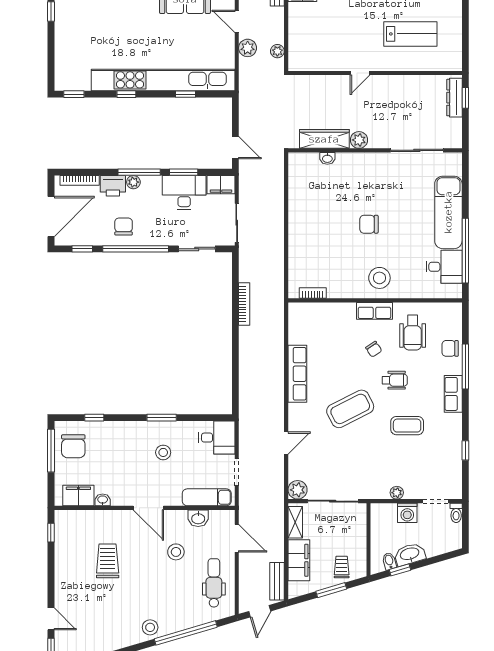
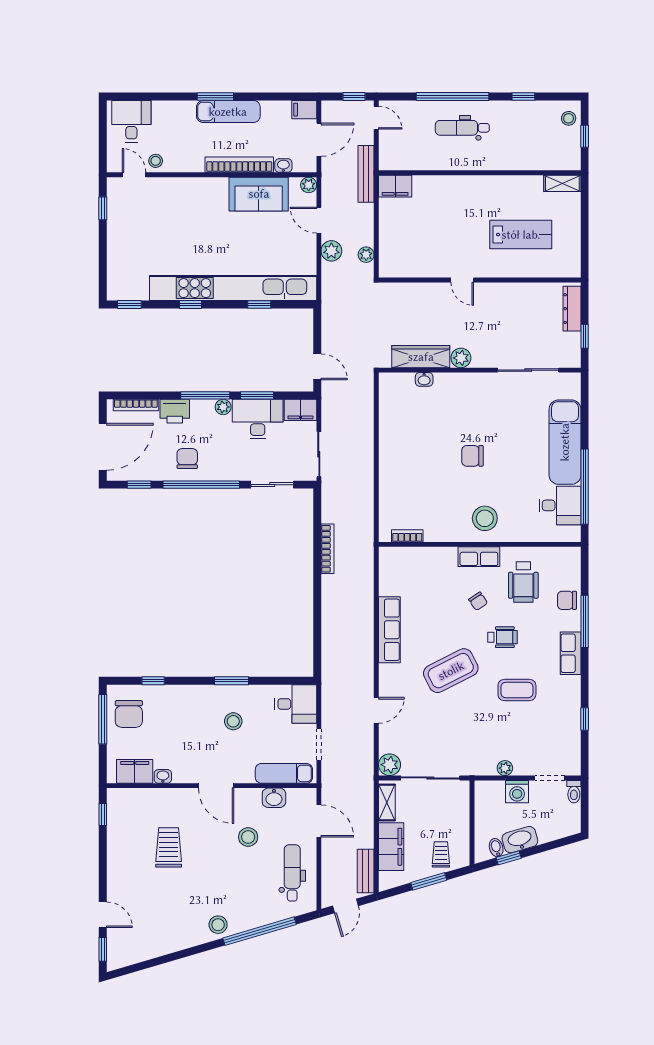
door: (360, 73) -> (462, 280), hinge flipped
window: (465, 98) -> (585, 336), moved
plant: (133, 182) -> (223, 407), moved

